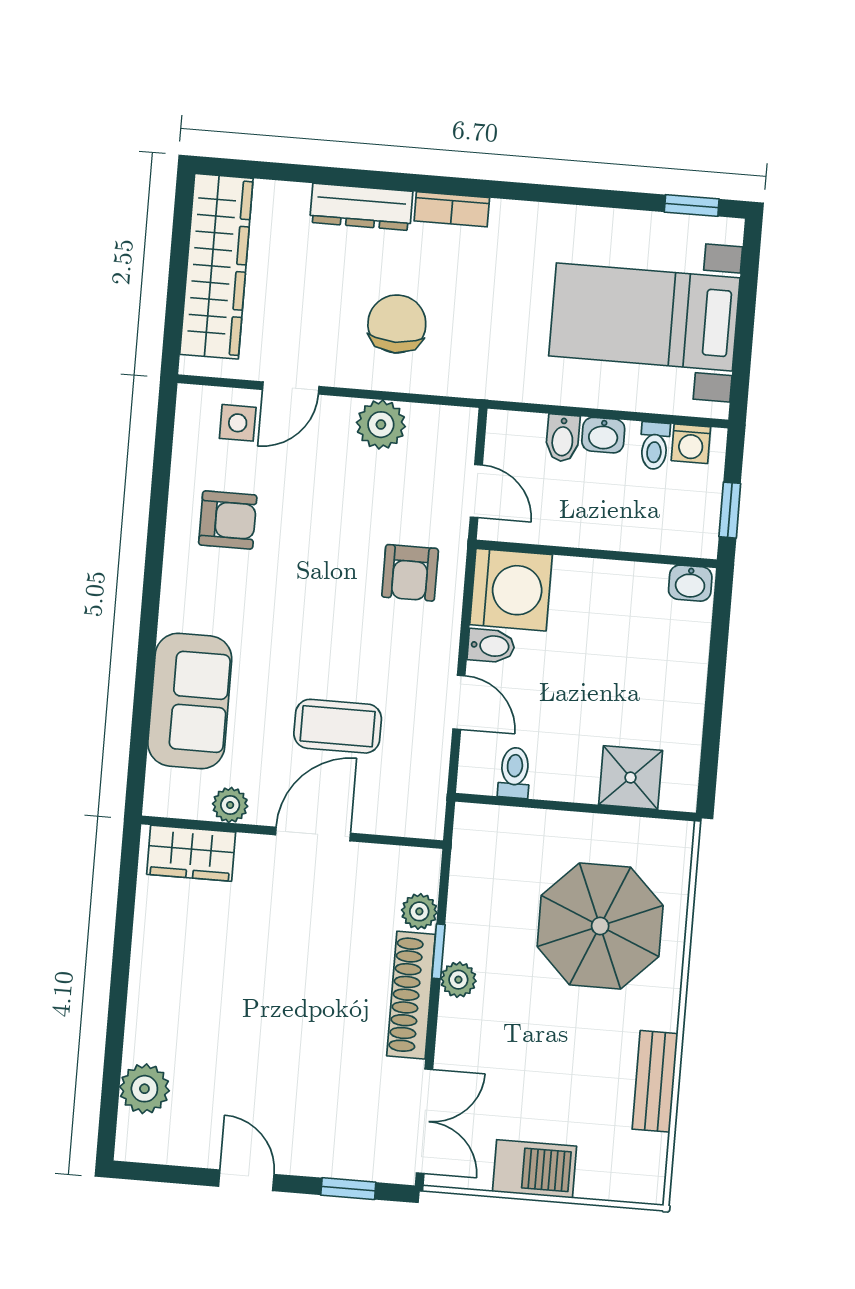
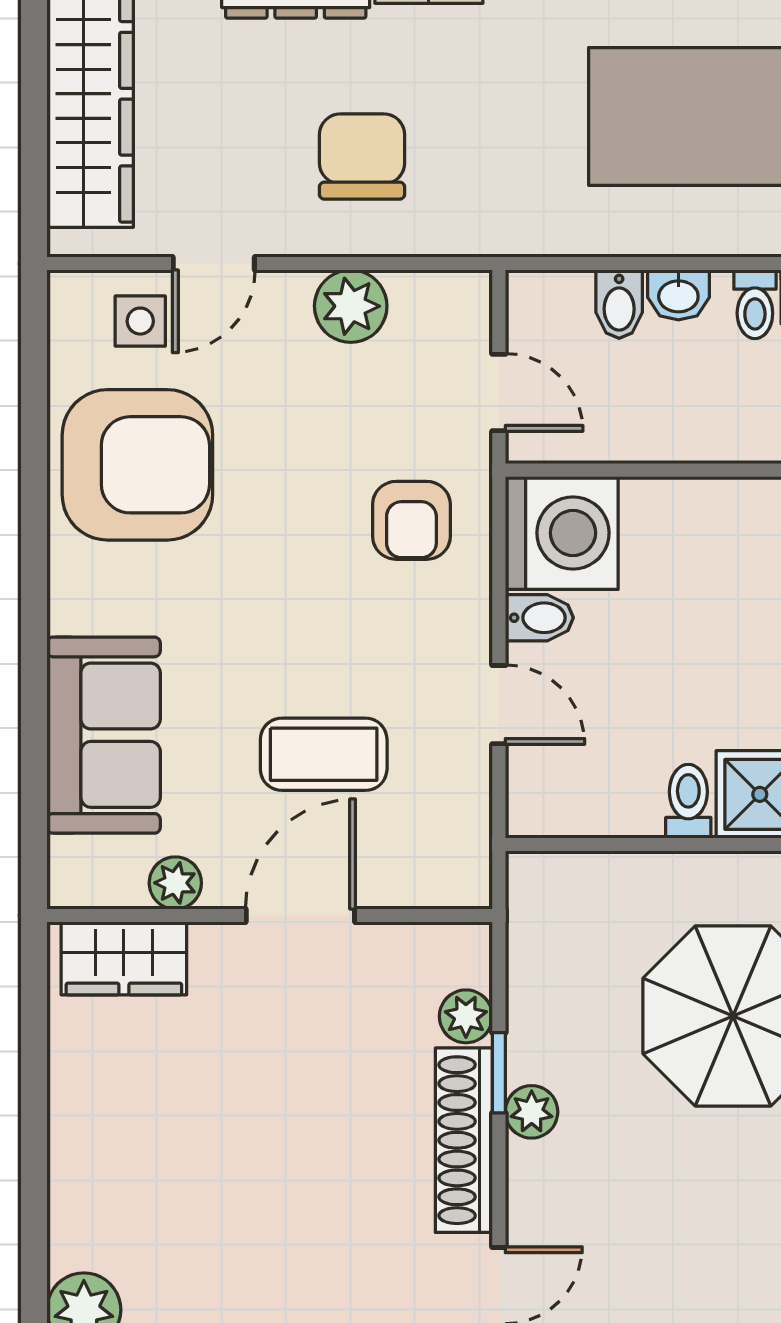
armchair: (228, 520) -> (137, 465), width x1.88, depth x1.88
toilet: (514, 773) -> (688, 801), moved

